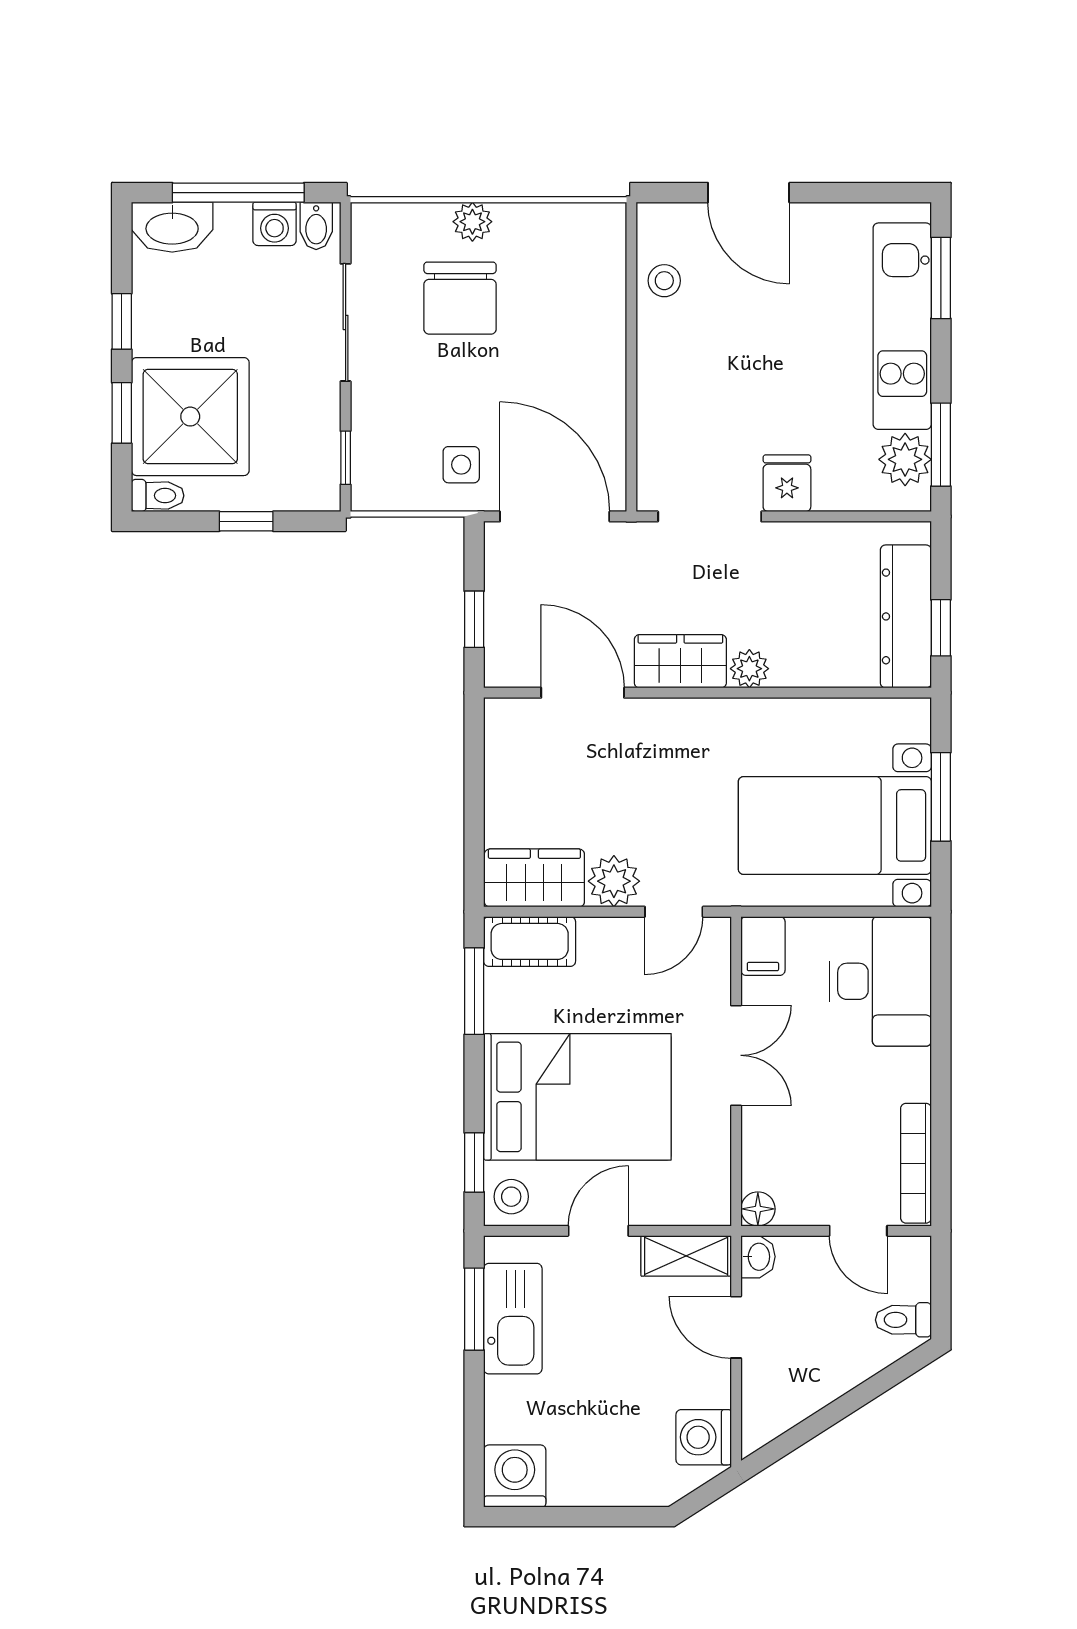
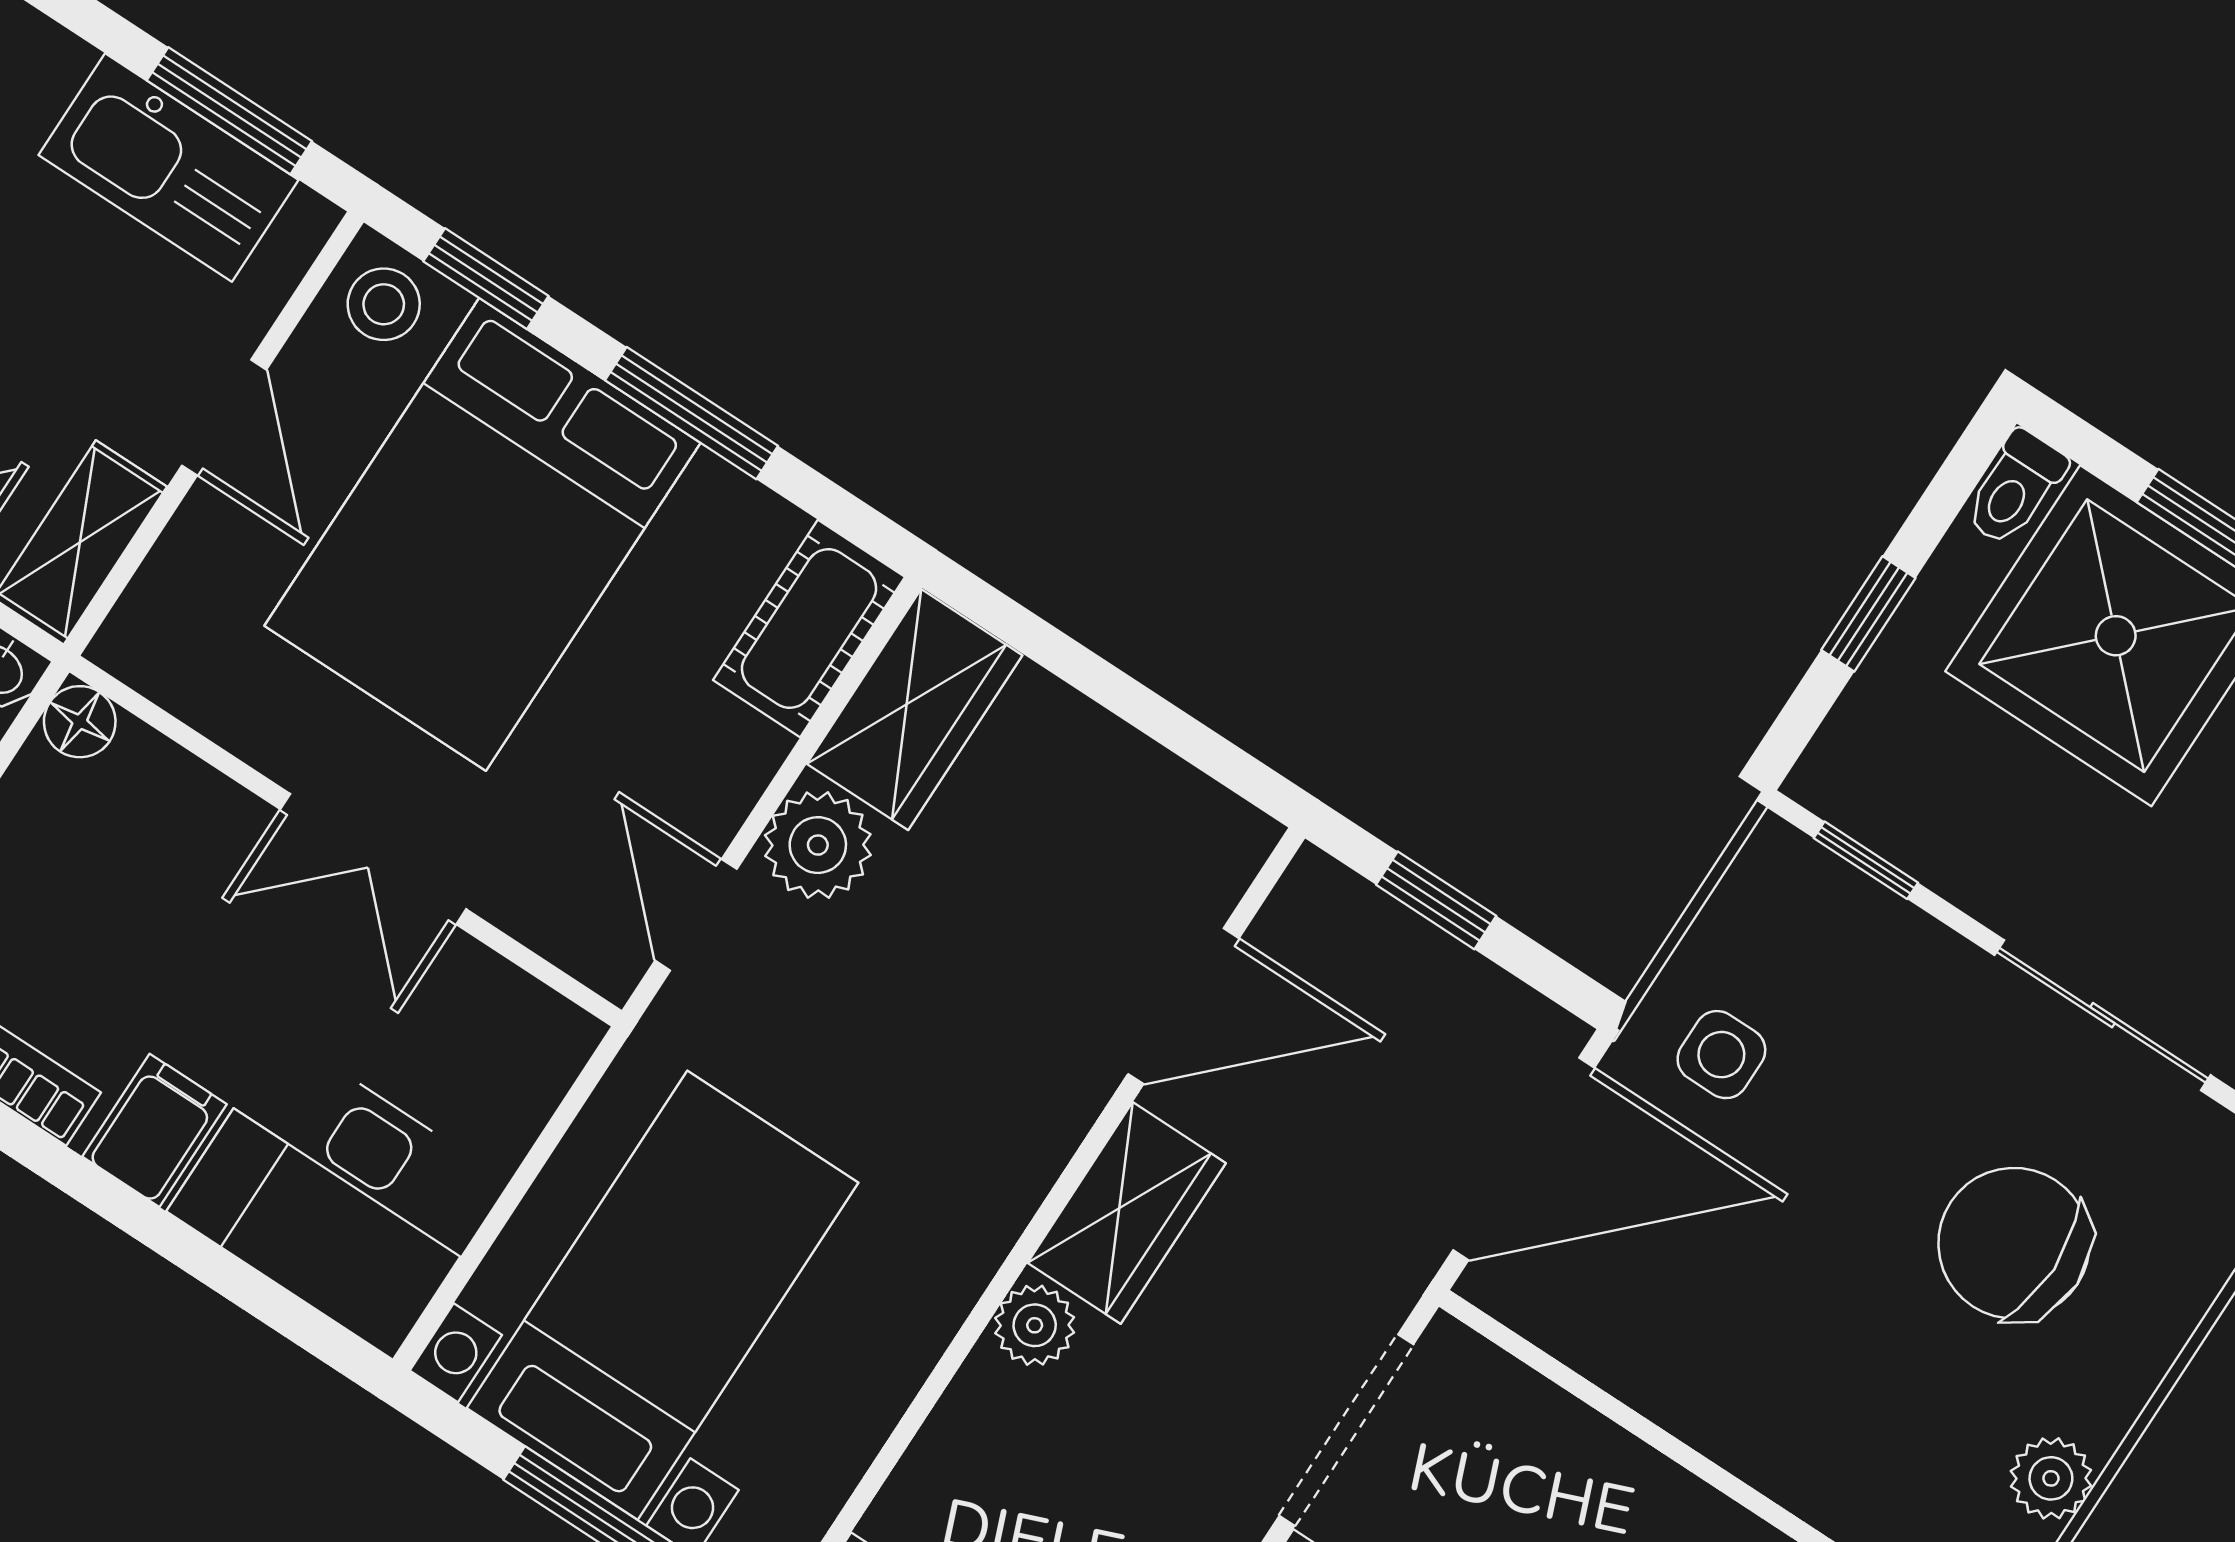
plant: (472, 222) -> (2051, 1478), moved
filing cabinet: (763, 946) -> (155, 1130), moved, turned 90
window: (474, 991) -> (691, 413), moved

